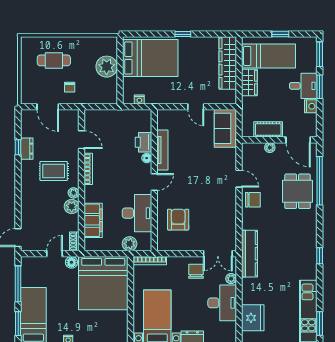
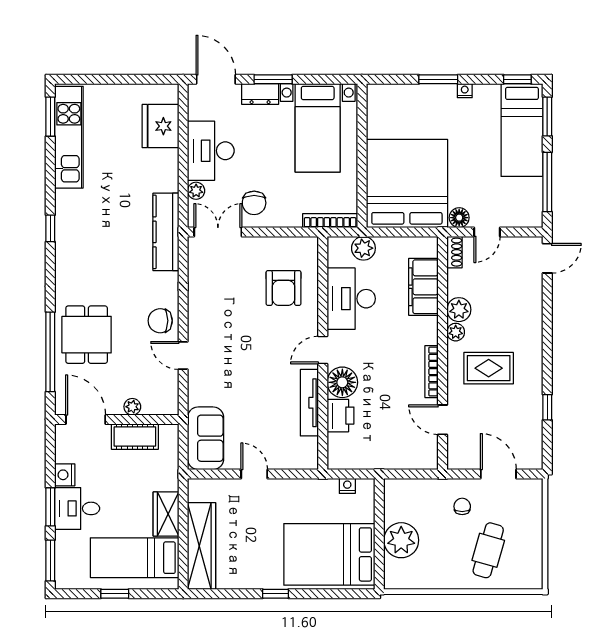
cafe table: (54, 60) -> (488, 550), turned -74
dresser: (27, 149) -> (533, 405), removed
floor lamp: (147, 158) -> (342, 382), width x1.89, depth x1.89

